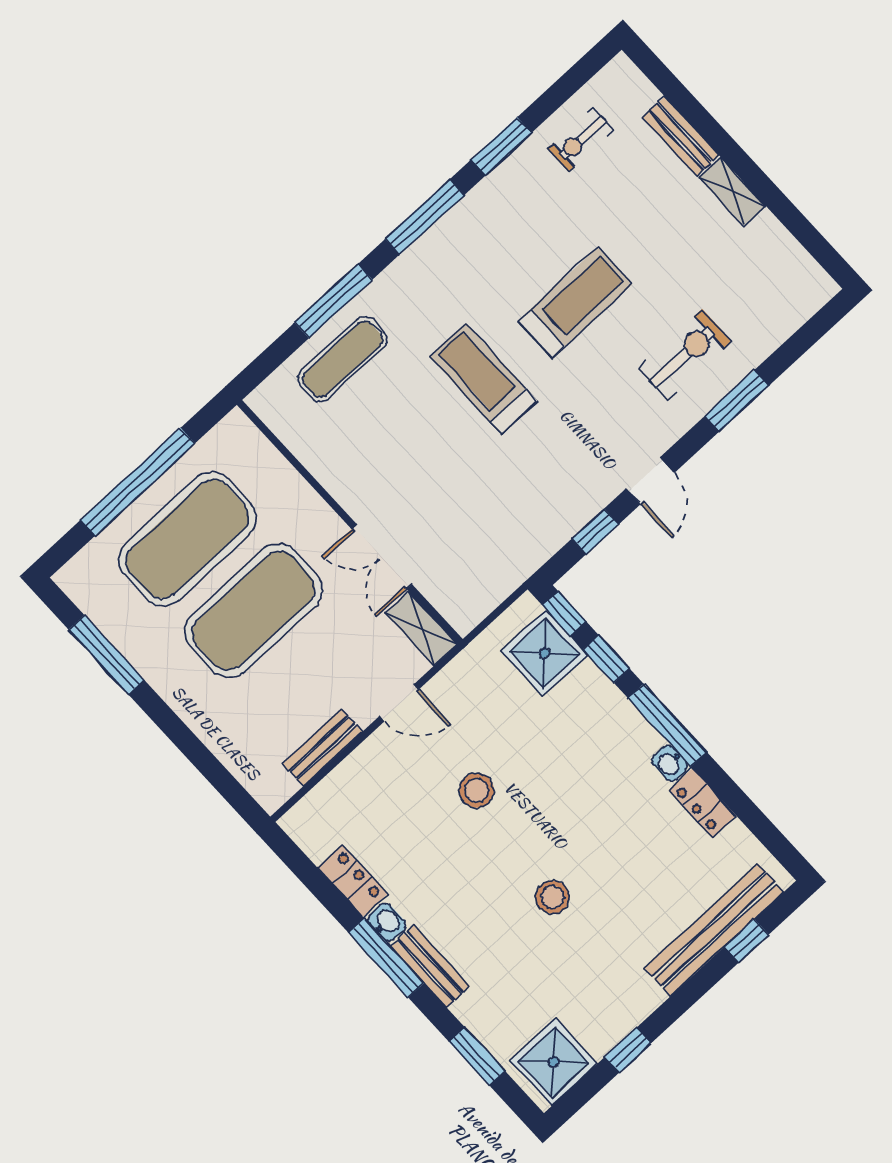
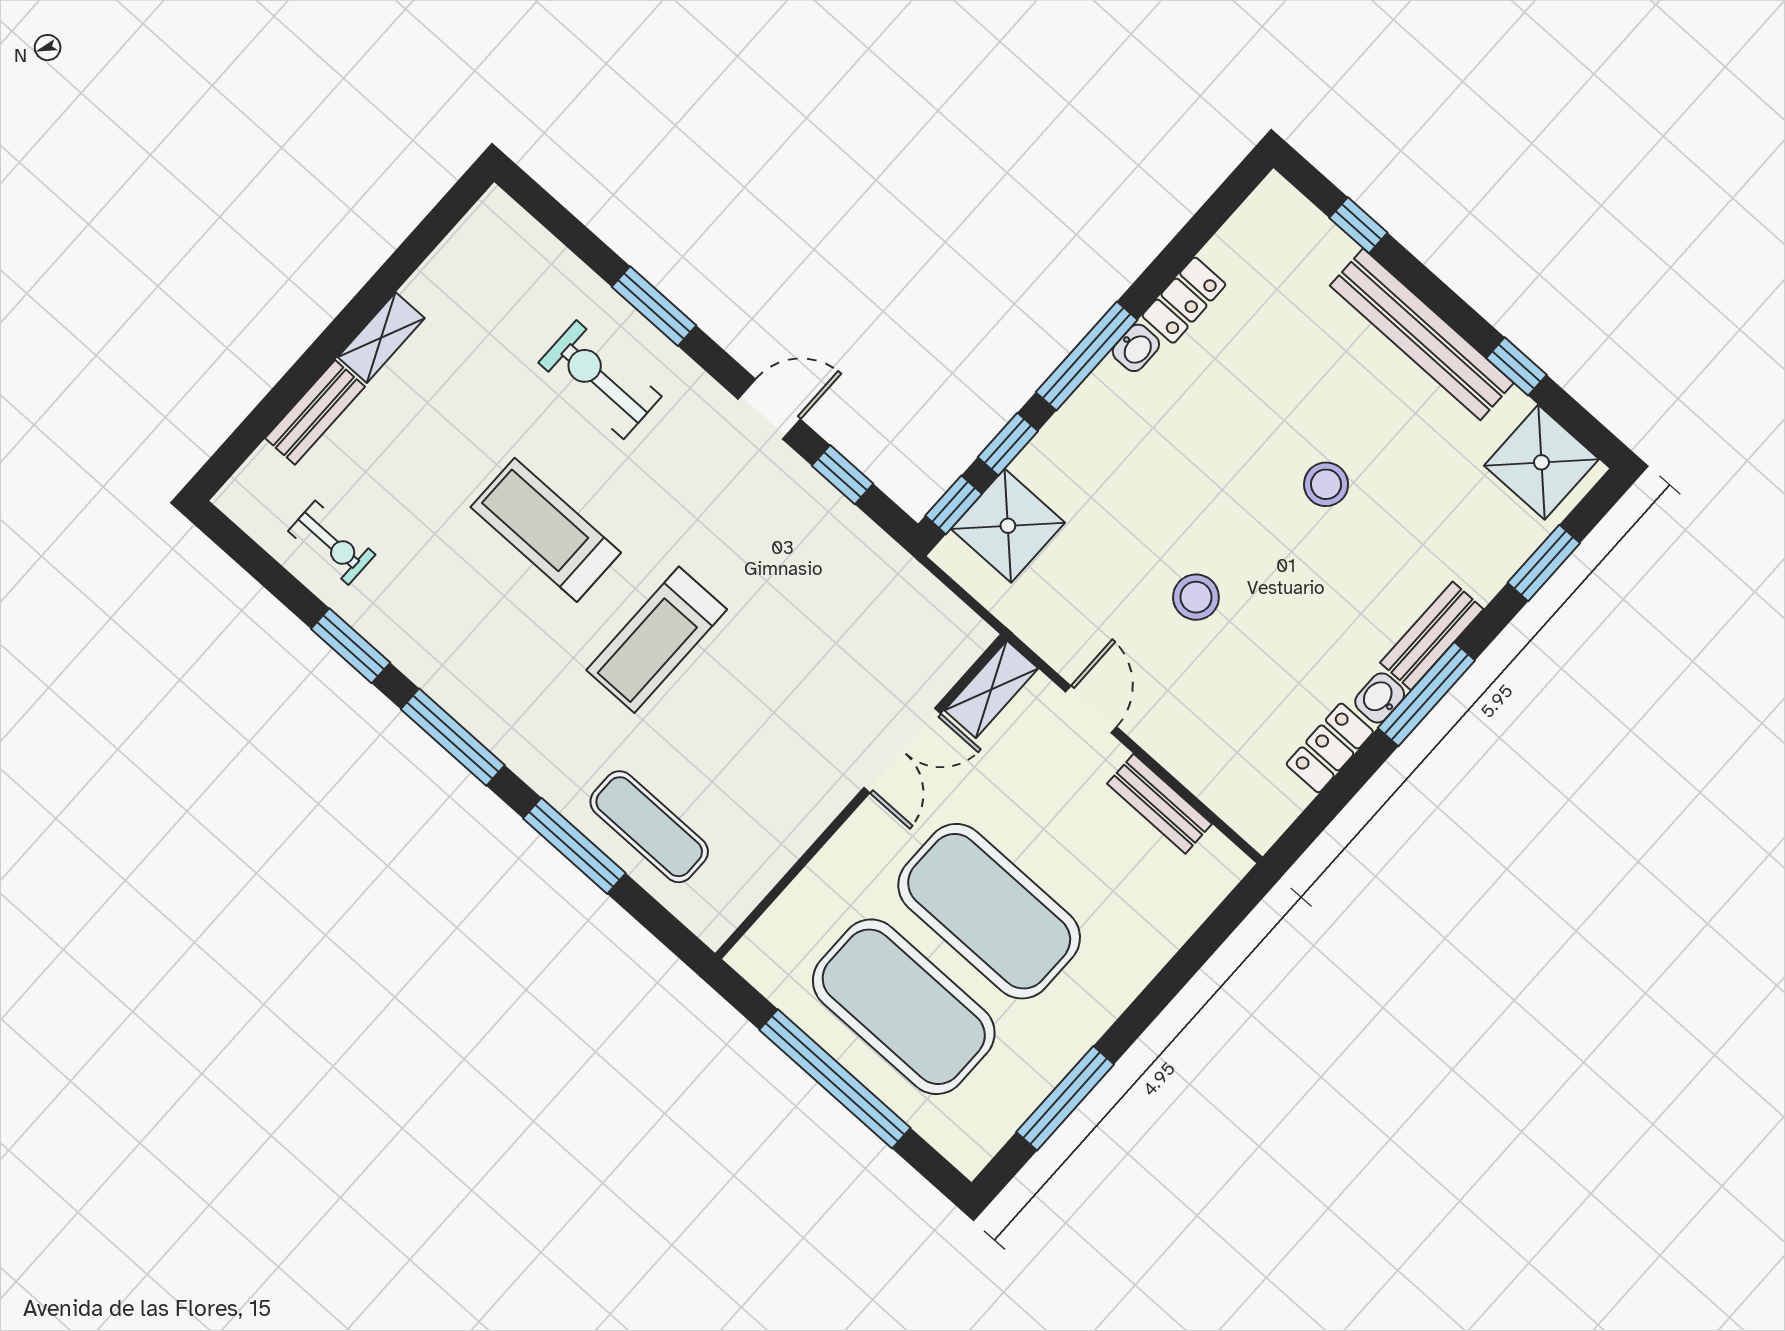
bench: (714, 930) -> (1422, 334), moved

